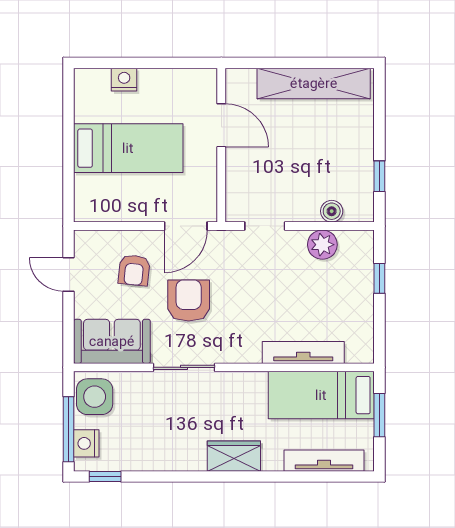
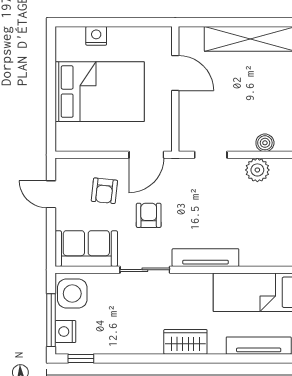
bed: (128, 148) -> (100, 92), width x1.50
armchair: (189, 300) -> (149, 215), width x0.72, depth x0.72
tv unit: (303, 352) -> (205, 258), moved

